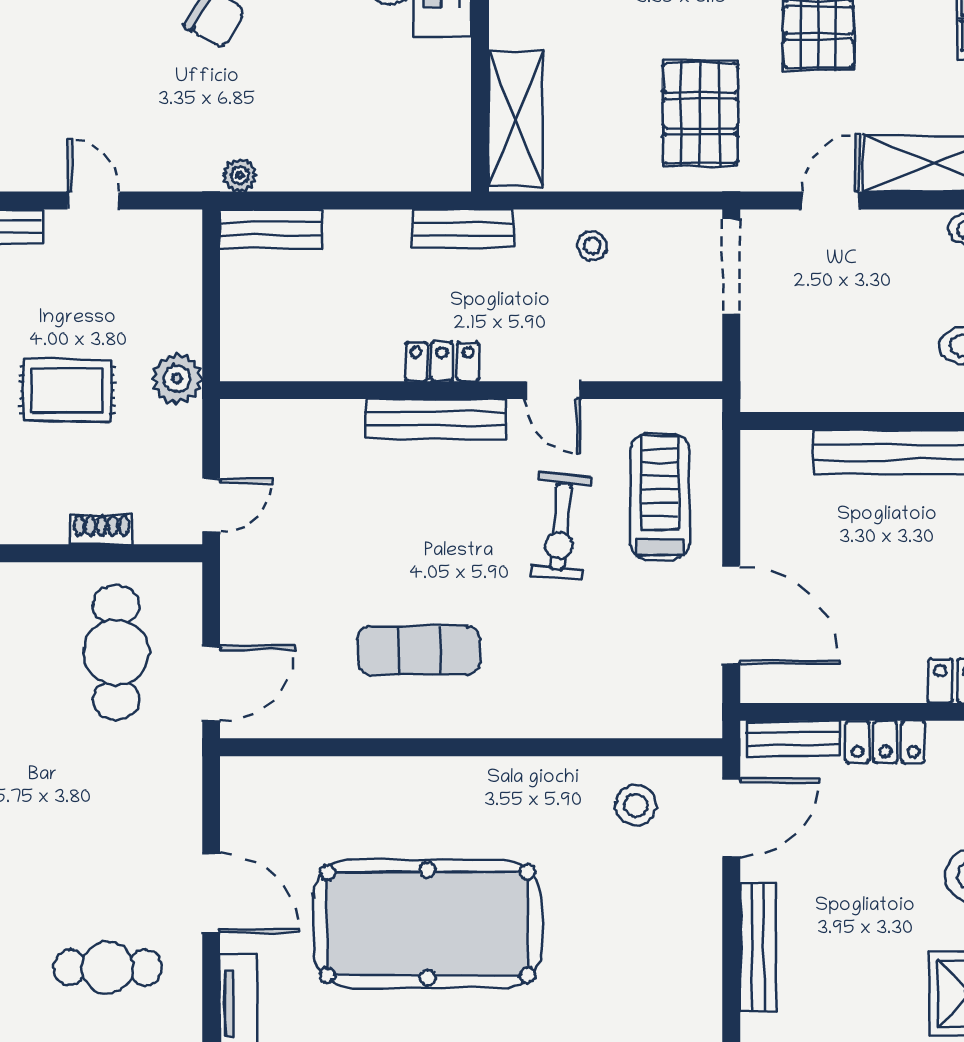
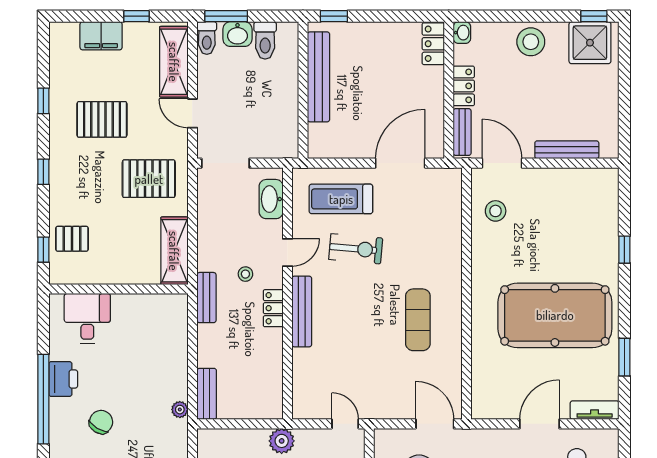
shelving: (516, 118) -> (174, 251), moved, turned 90
stool: (592, 246) -> (245, 274), moved
washbasin: (660, 357) -> (271, 199), added
pool table: (427, 924) -> (555, 315), turned 90

